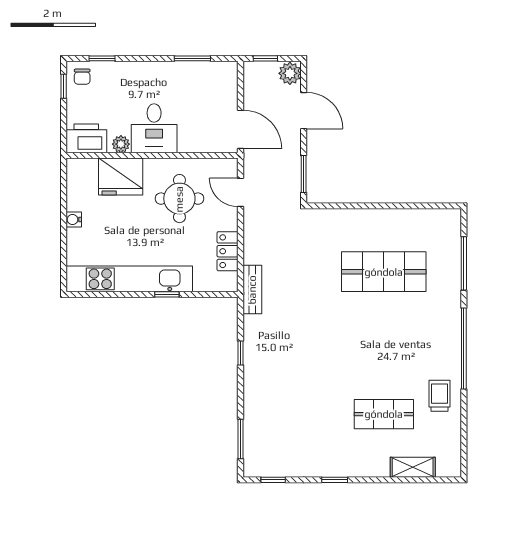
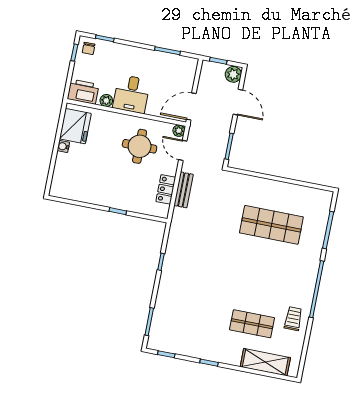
door: (241, 129) -> (191, 107), swing flipped
plant: (230, 166) -> (179, 131), added
fridge: (121, 177) -> (75, 126), moved, turned -90
kitchen unit: (129, 279) -> (94, 195), removed
bench: (252, 290) -> (184, 190), moved
shelving: (413, 467) -> (265, 362), width x1.50, depth x1.33

